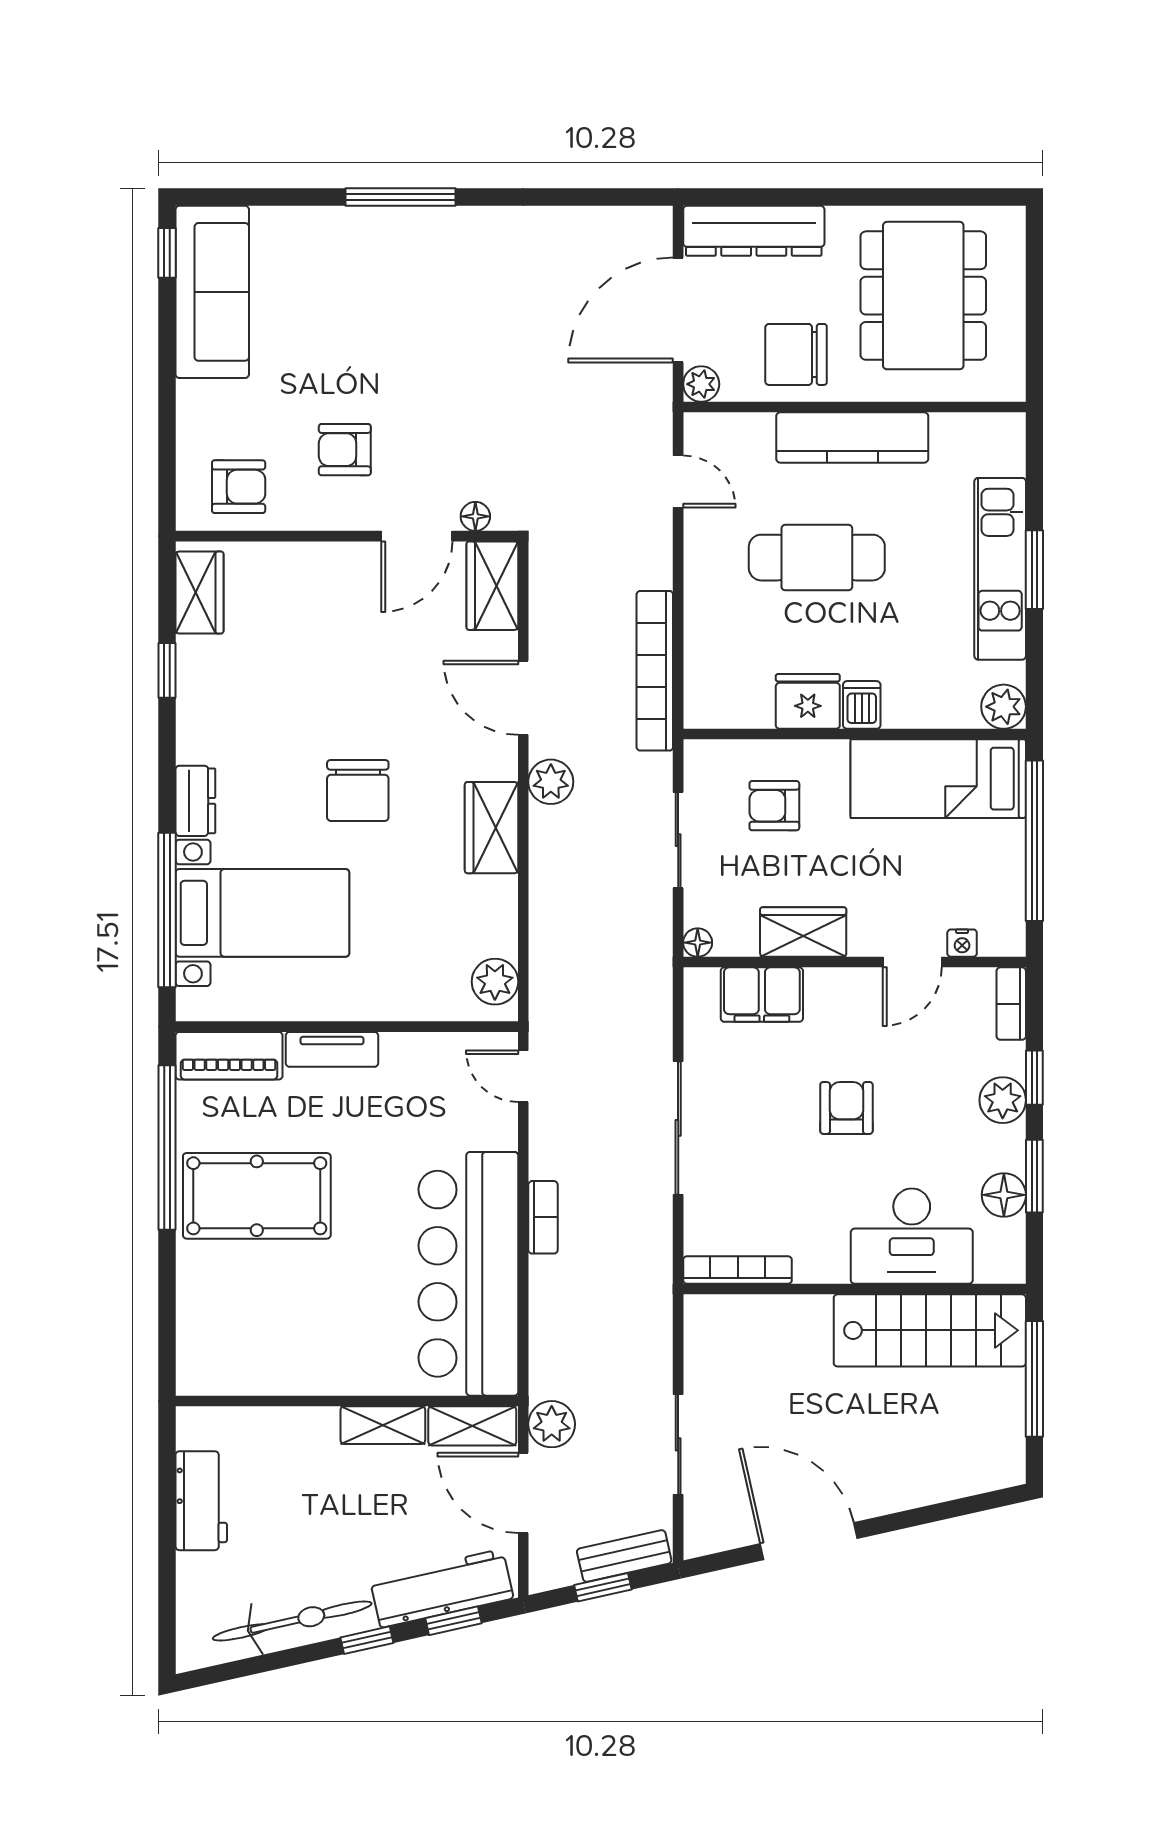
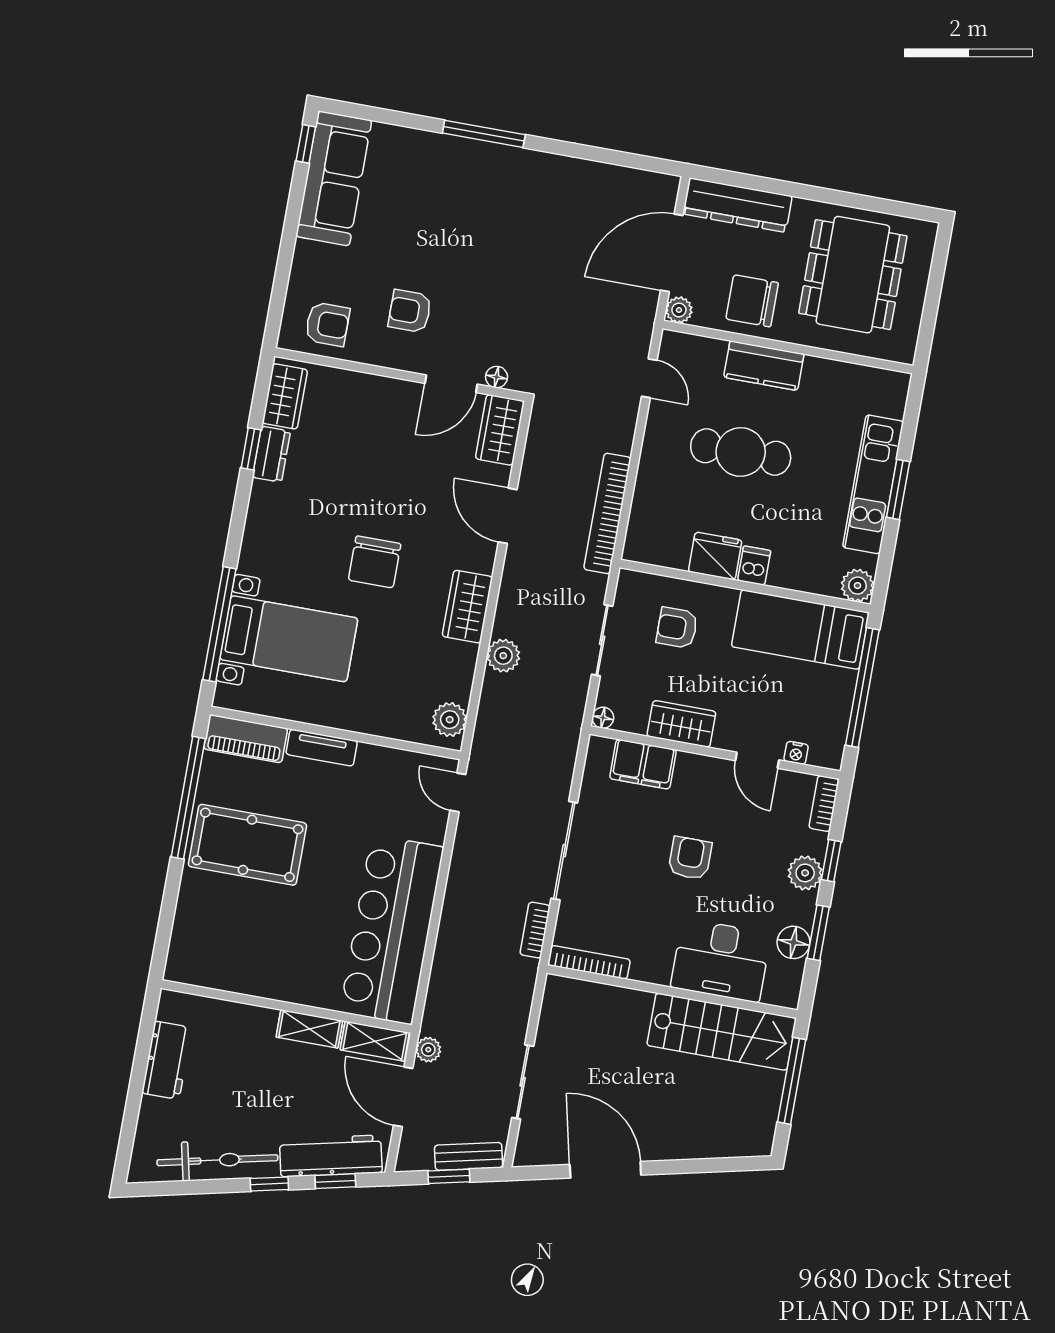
kitchen counter: (852, 438) -> (764, 366), width x0.67
plant: (551, 782) -> (503, 656), moved
dresser: (195, 801) -> (271, 454), moved
door: (912, 962) -> (757, 760), hinge flipped
bookcase: (543, 1217) -> (535, 930), moved, turned 180
plant: (552, 1424) -> (428, 1050), width x0.73, depth x0.73

